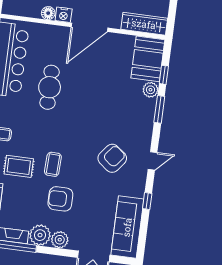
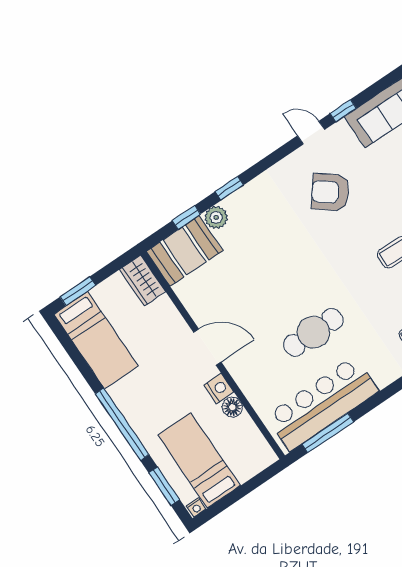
wardrobe: (144, 24) -> (143, 281), width x0.67
door: (89, 27) -> (207, 347), width x0.73
window: (159, 109) -> (229, 188), width x0.67
door: (153, 161) -> (311, 133), moved

